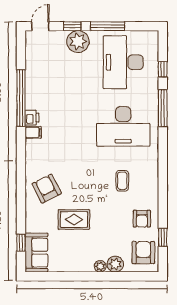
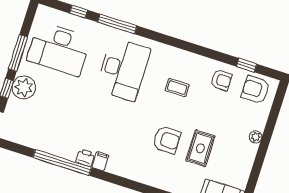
armchair: (47, 189) -> (167, 140), moved, turned -153
plant: (115, 264) -> (258, 121), removed

